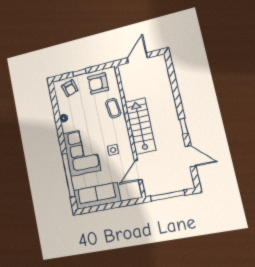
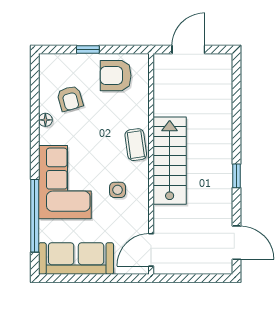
armchair: (70, 88) -> (70, 98), moved
coffee table: (113, 108) -> (136, 145), moved
door: (191, 156) -> (236, 243), moved
door: (138, 170) -> (151, 250), moved
window: (167, 196) -> (188, 278), removed

